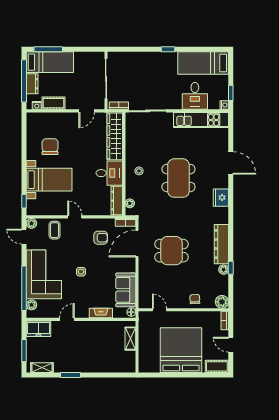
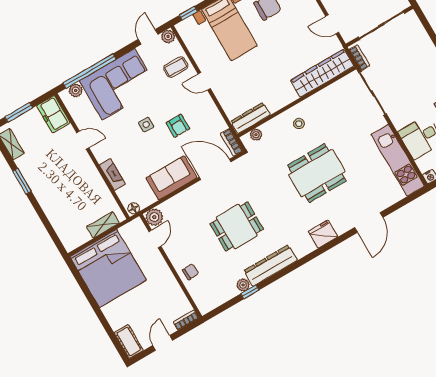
desk: (109, 173) -> (277, 91), removed
door: (75, 217) -> (204, 81), swing flipped
armchair: (101, 238) -> (178, 126), moved
dining table: (172, 251) -> (237, 226), moved, turned 90
sofa: (126, 290) -> (172, 178), moved
plant: (222, 302) -> (154, 217), moved
bed: (181, 350) -> (108, 268), moved, turned 90

